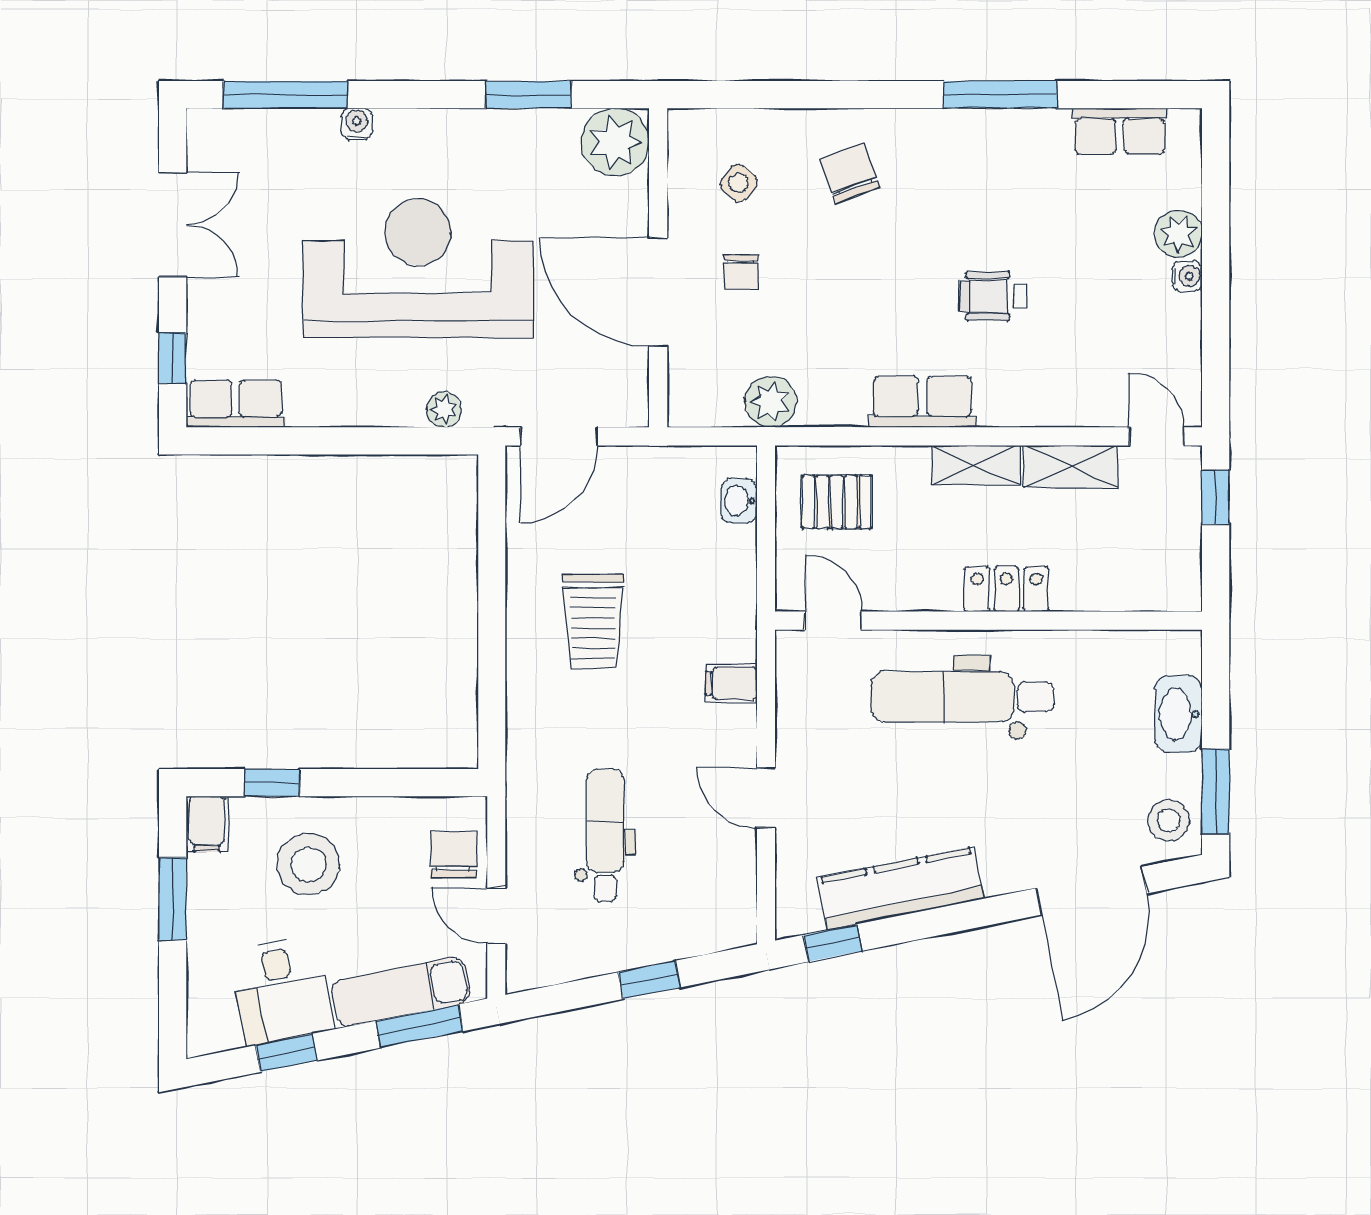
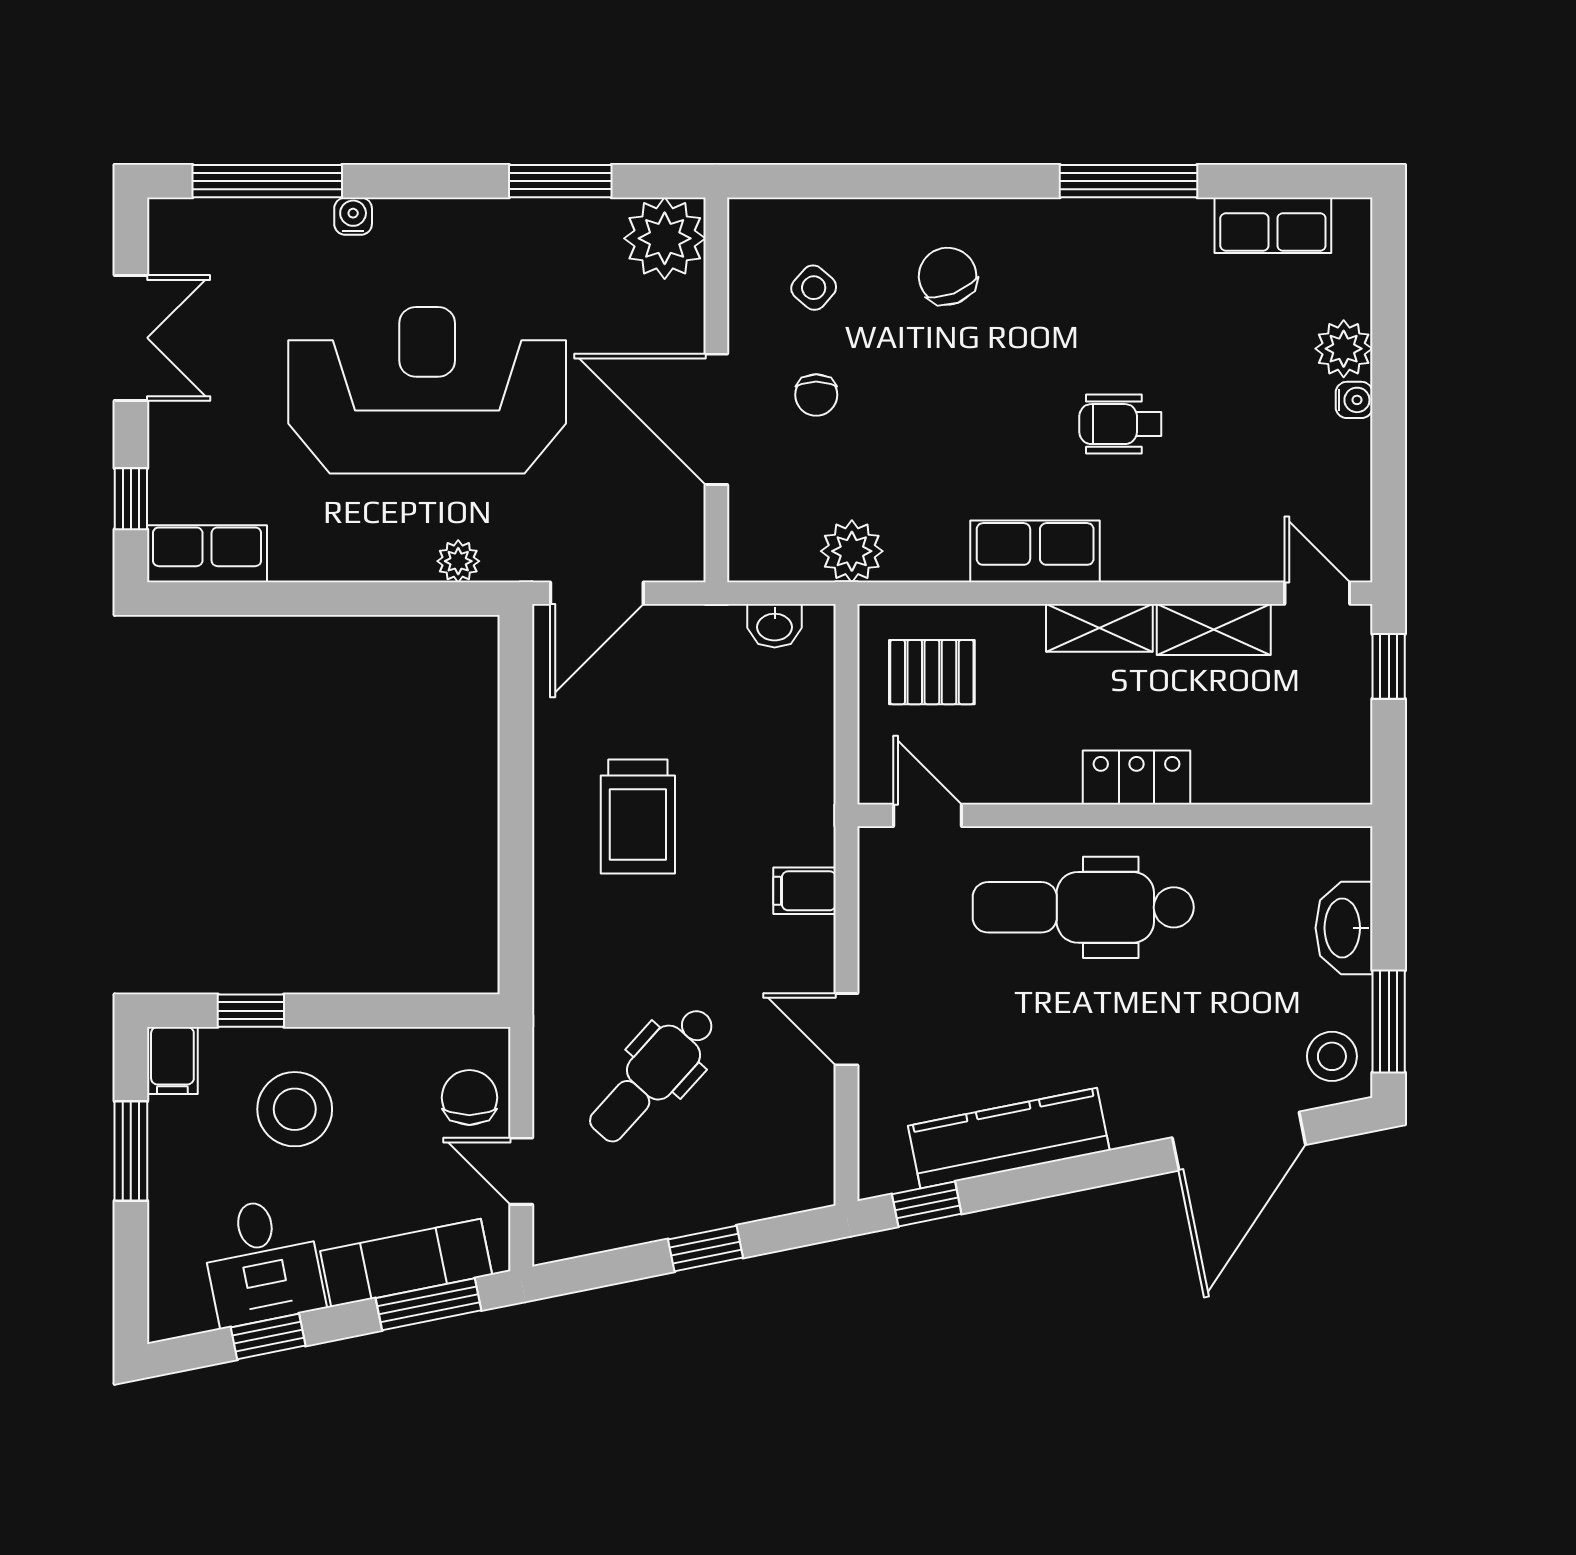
washbasin: (739, 501) -> (775, 626), moved, turned -90
dental chair: (605, 835) -> (653, 1074), turned -138

